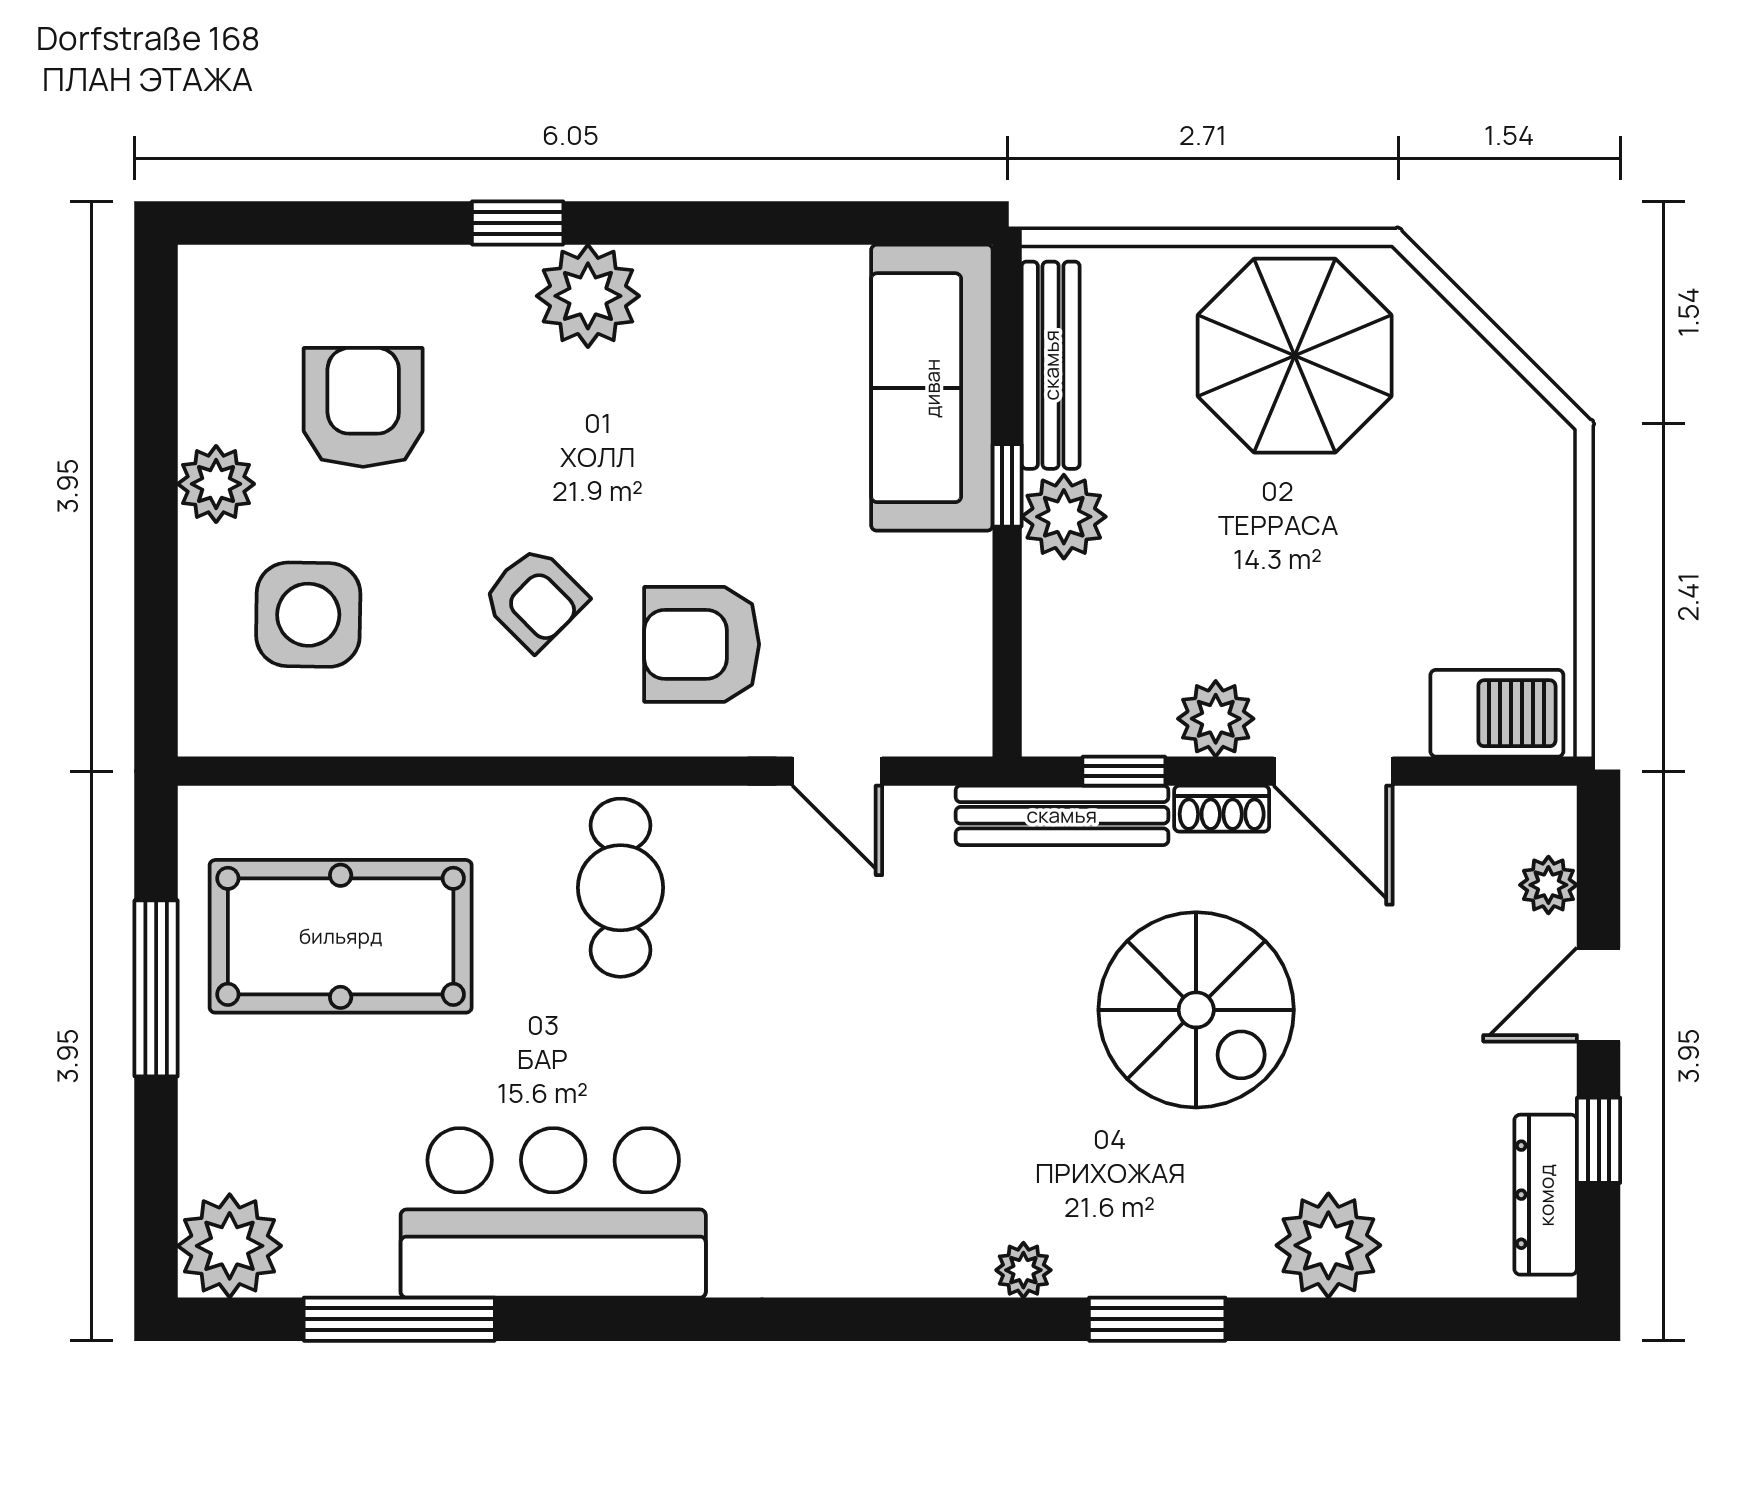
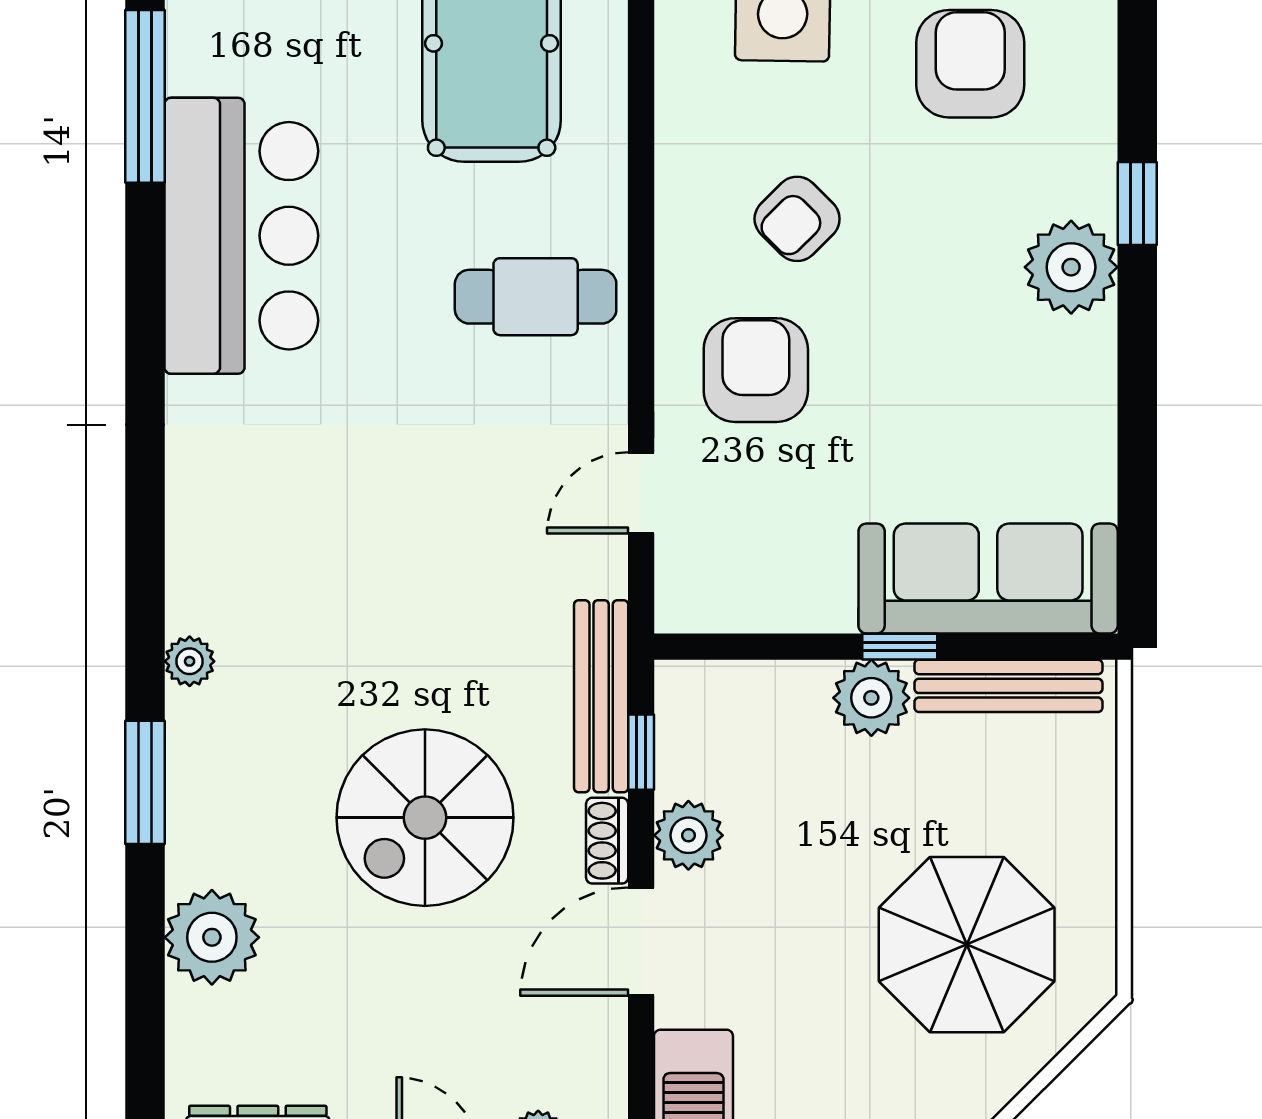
parasol: (1295, 356) -> (967, 945), moved
armchair: (363, 407) -> (970, 64), turned -90

